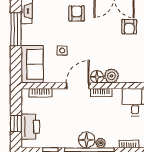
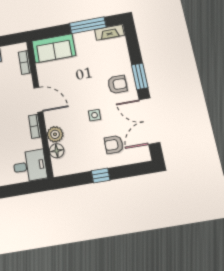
side table: (62, 51) -> (94, 115), moved
floor lamp: (97, 77) -> (57, 151), moved

